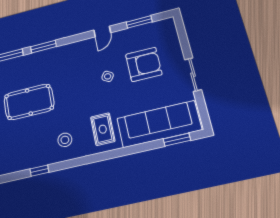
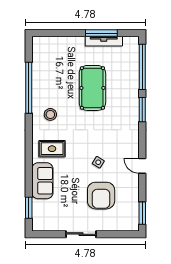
window: (139, 22) -> (142, 213), moved
sofa: (159, 124) -> (42, 181), width x0.54, depth x0.79
window: (39, 171) -> (29, 88), width x3.17

